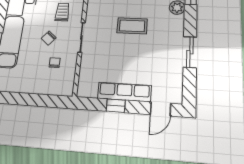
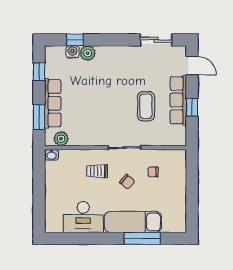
coffee table: (132, 26) -> (146, 106), moved
sliding door: (190, 52) -> (156, 40), moved

